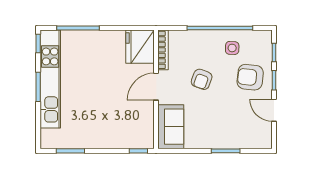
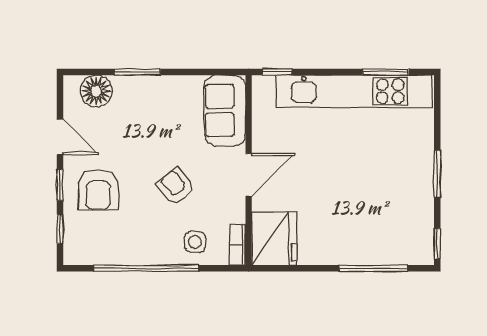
side table: (232, 48) -> (195, 242), moved
bookcase: (163, 50) -> (237, 245), width x0.64
armchair: (250, 77) -> (98, 190), turned 84
kitchen unit: (50, 79) -> (354, 91), moved, turned -90
armchair: (202, 79) -> (176, 186), turned -60
floor lamp: (251, 139) -> (96, 91), added

